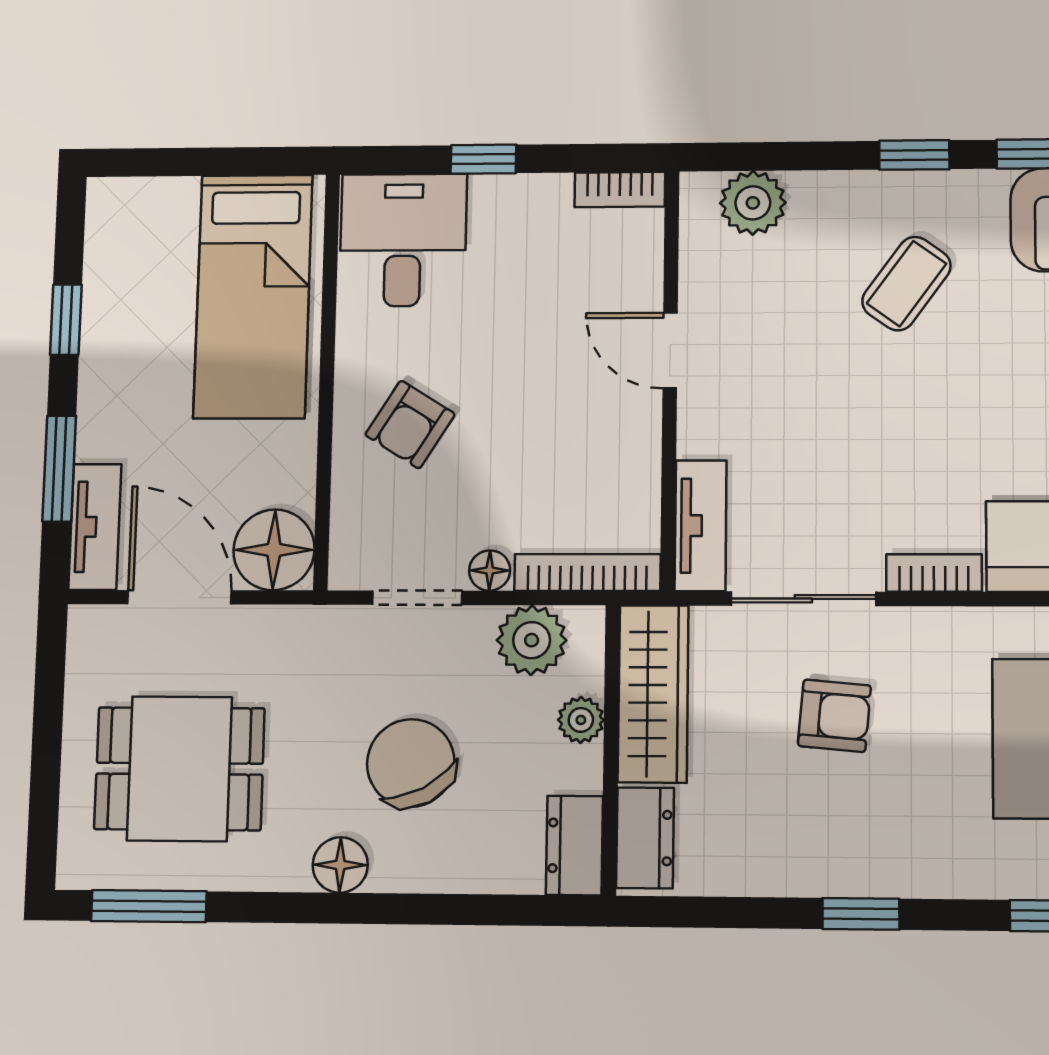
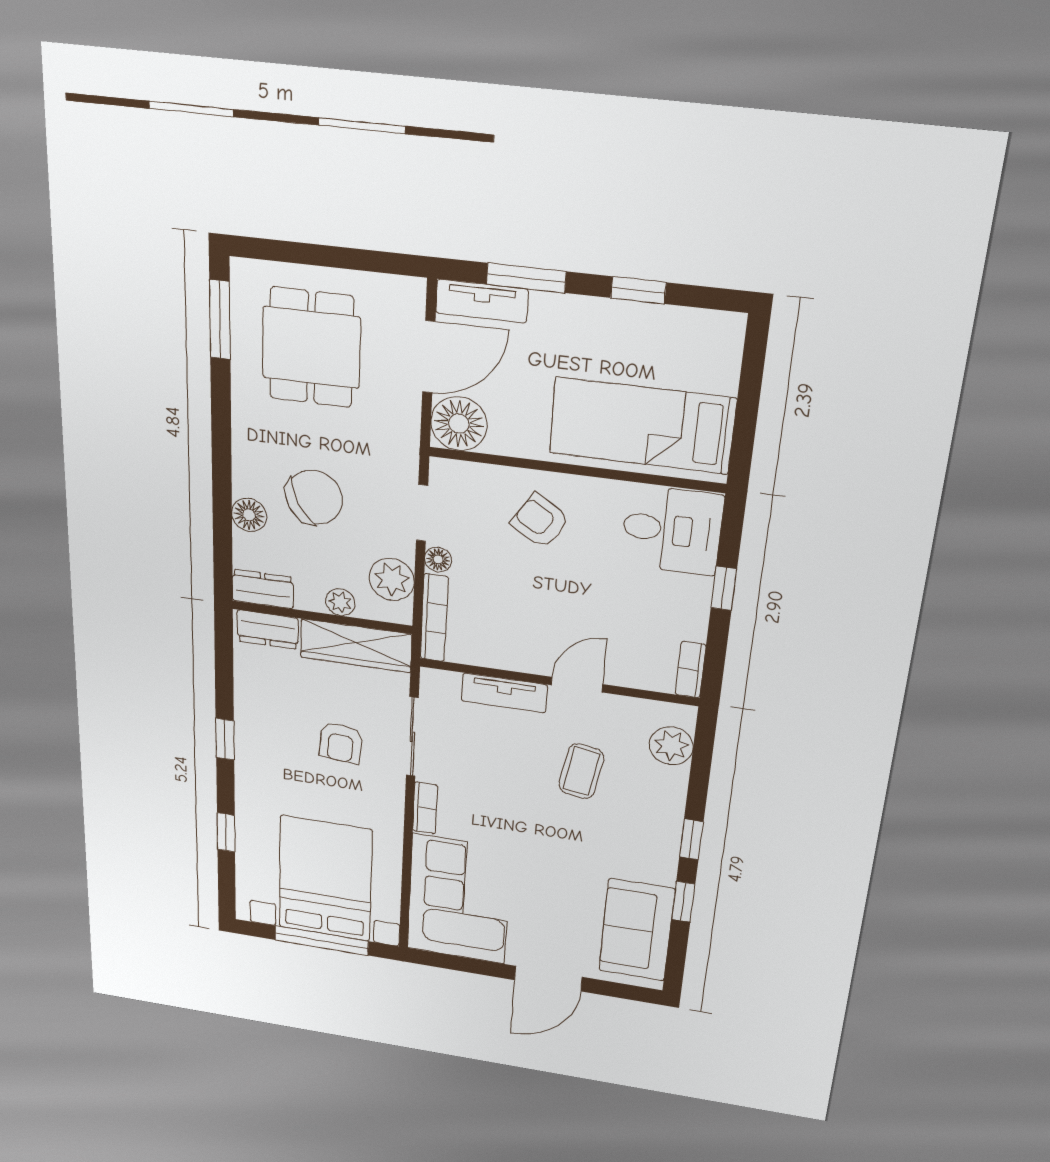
coffee table: (906, 284) -> (581, 771), moved, turned 63
tv unit: (701, 526) -> (504, 693), moved
floor lamp: (340, 865) -> (249, 515), moved

